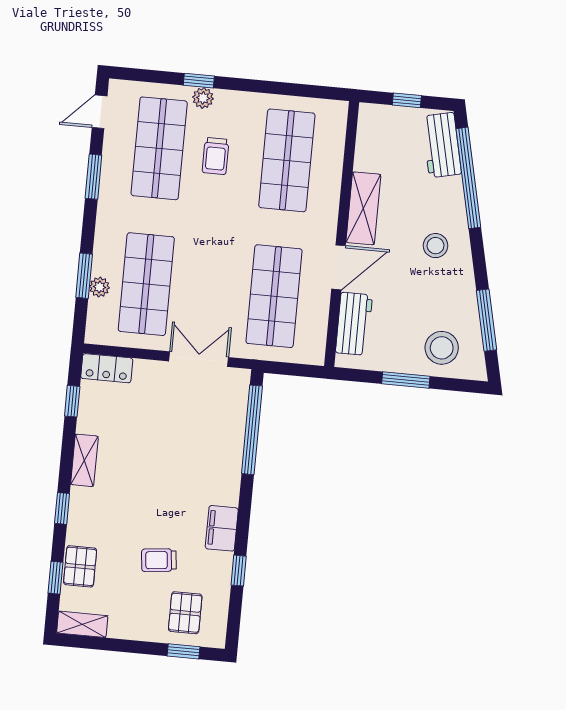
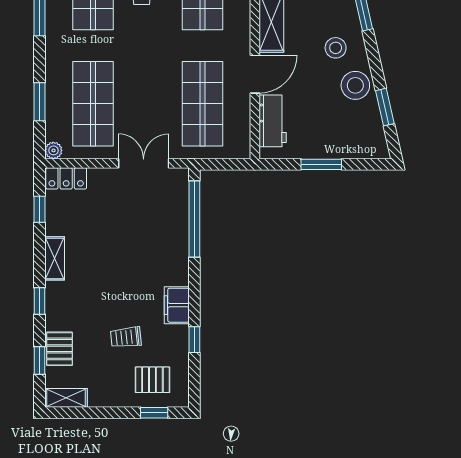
plant: (99, 287) -> (53, 150), moved
window: (486, 320) -> (385, 107), width x0.69
stool: (442, 348) -> (355, 85), moved
pallet: (185, 613) -> (152, 380), turned 90

